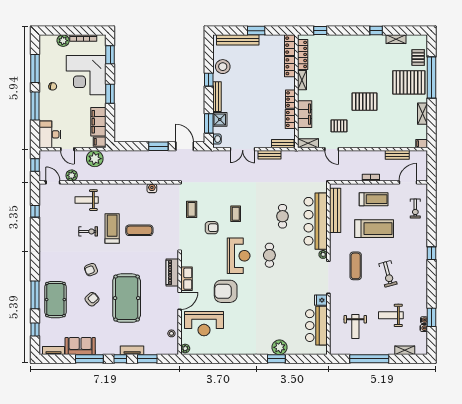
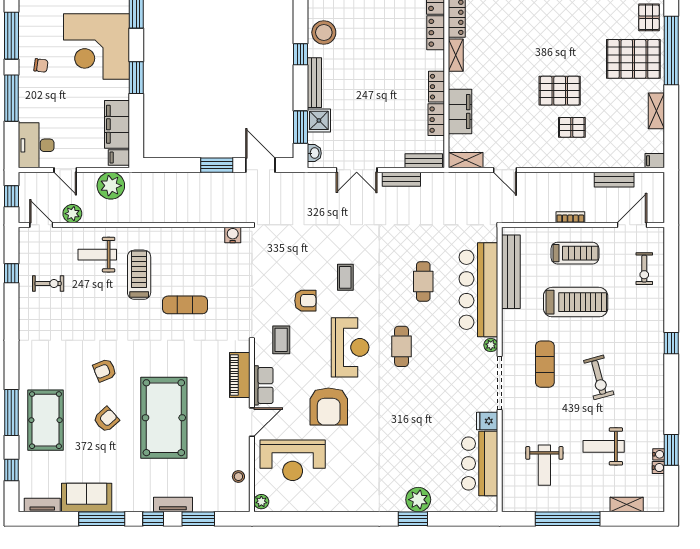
pallet: (339, 126) -> (572, 127), moved
water cooler: (152, 188) -> (233, 235), moved
coffee table: (192, 209) -> (281, 340), moved
treadmill: (112, 229) -> (139, 275), moved
exercise bike: (88, 231) -> (48, 283), moved
armchair: (226, 291) -> (329, 406), turned -90

